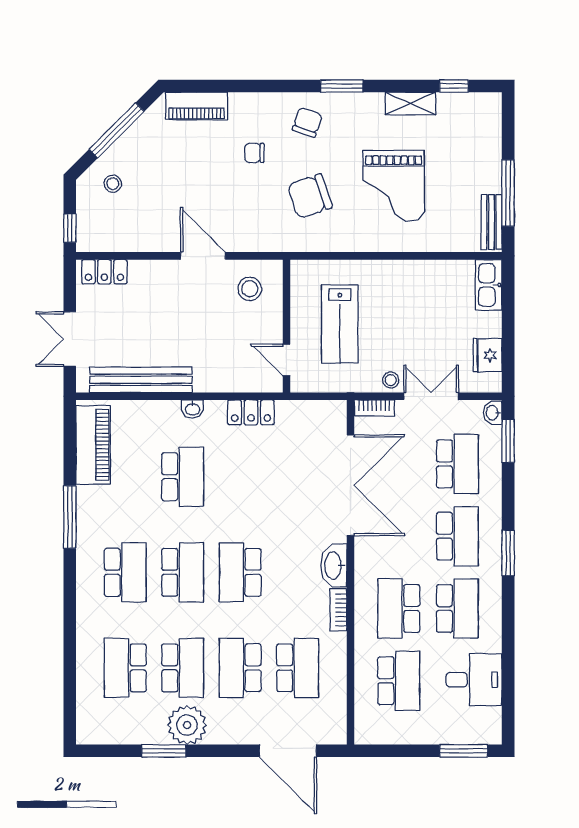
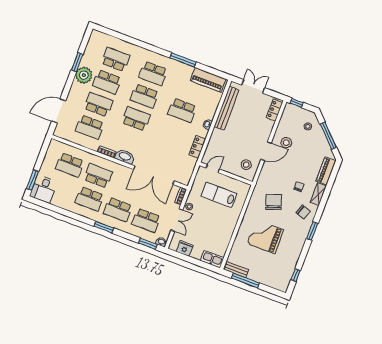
shelving: (410, 104) -> (318, 194), moved
stool: (167, 218) -> (286, 143), added
desk: (474, 680) -> (44, 189), moved

